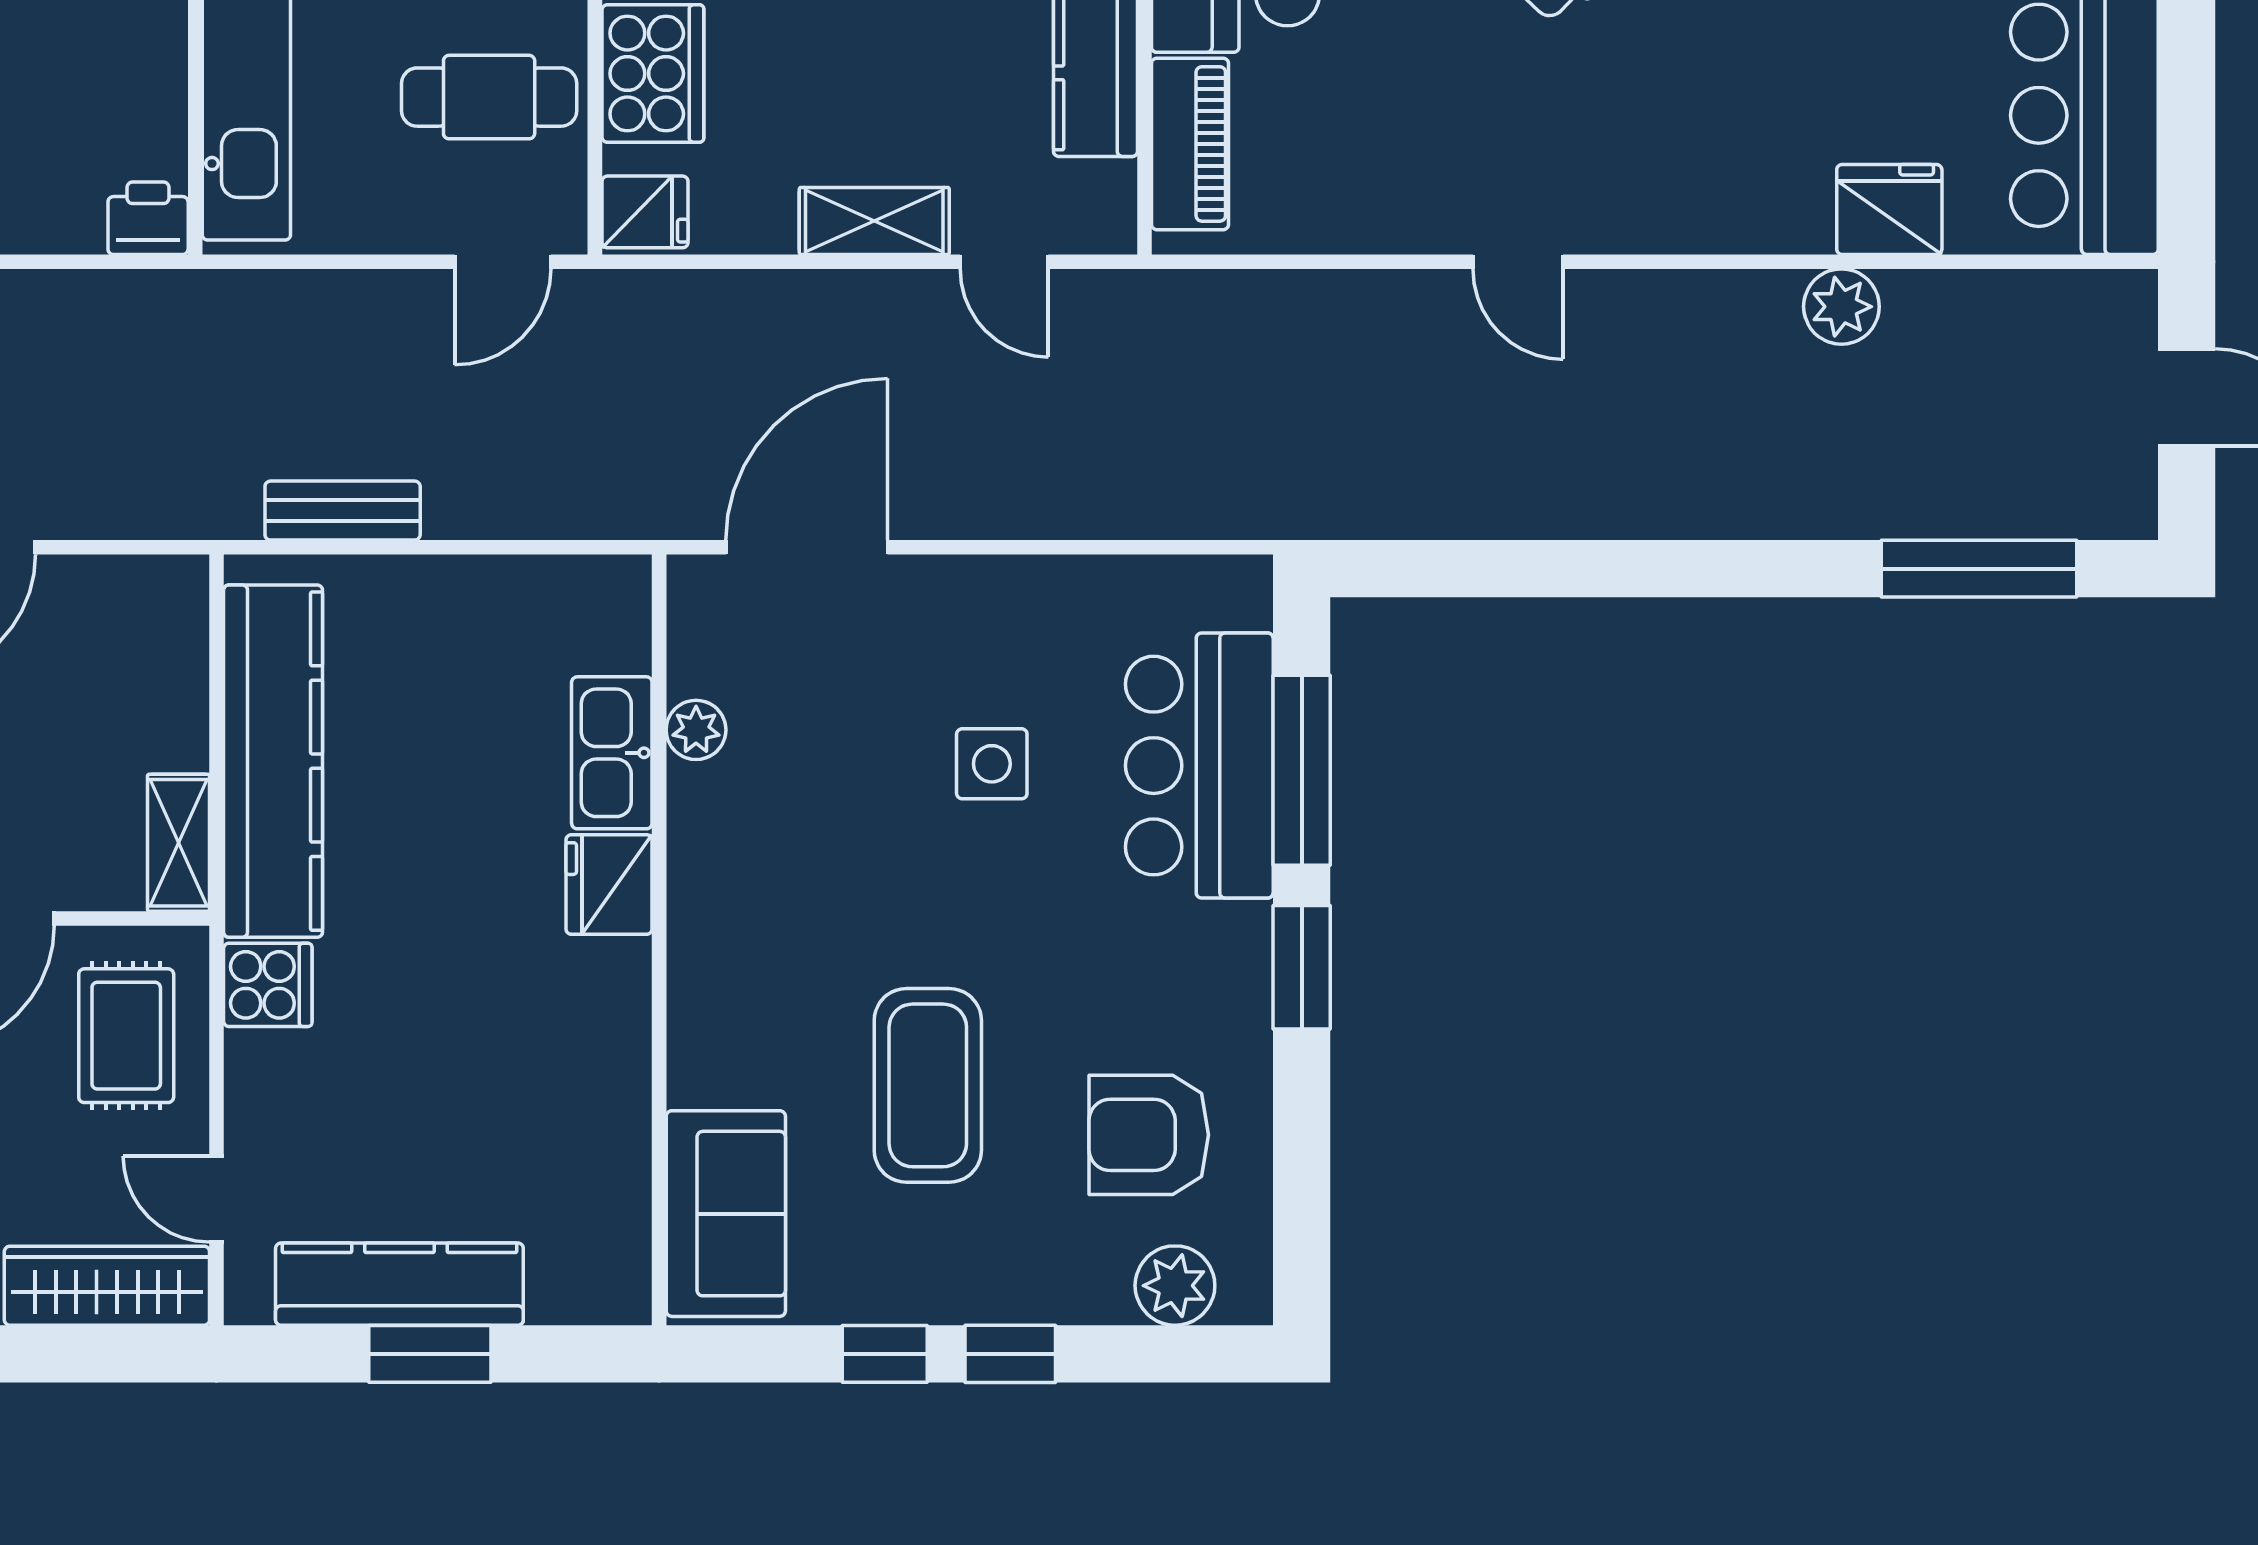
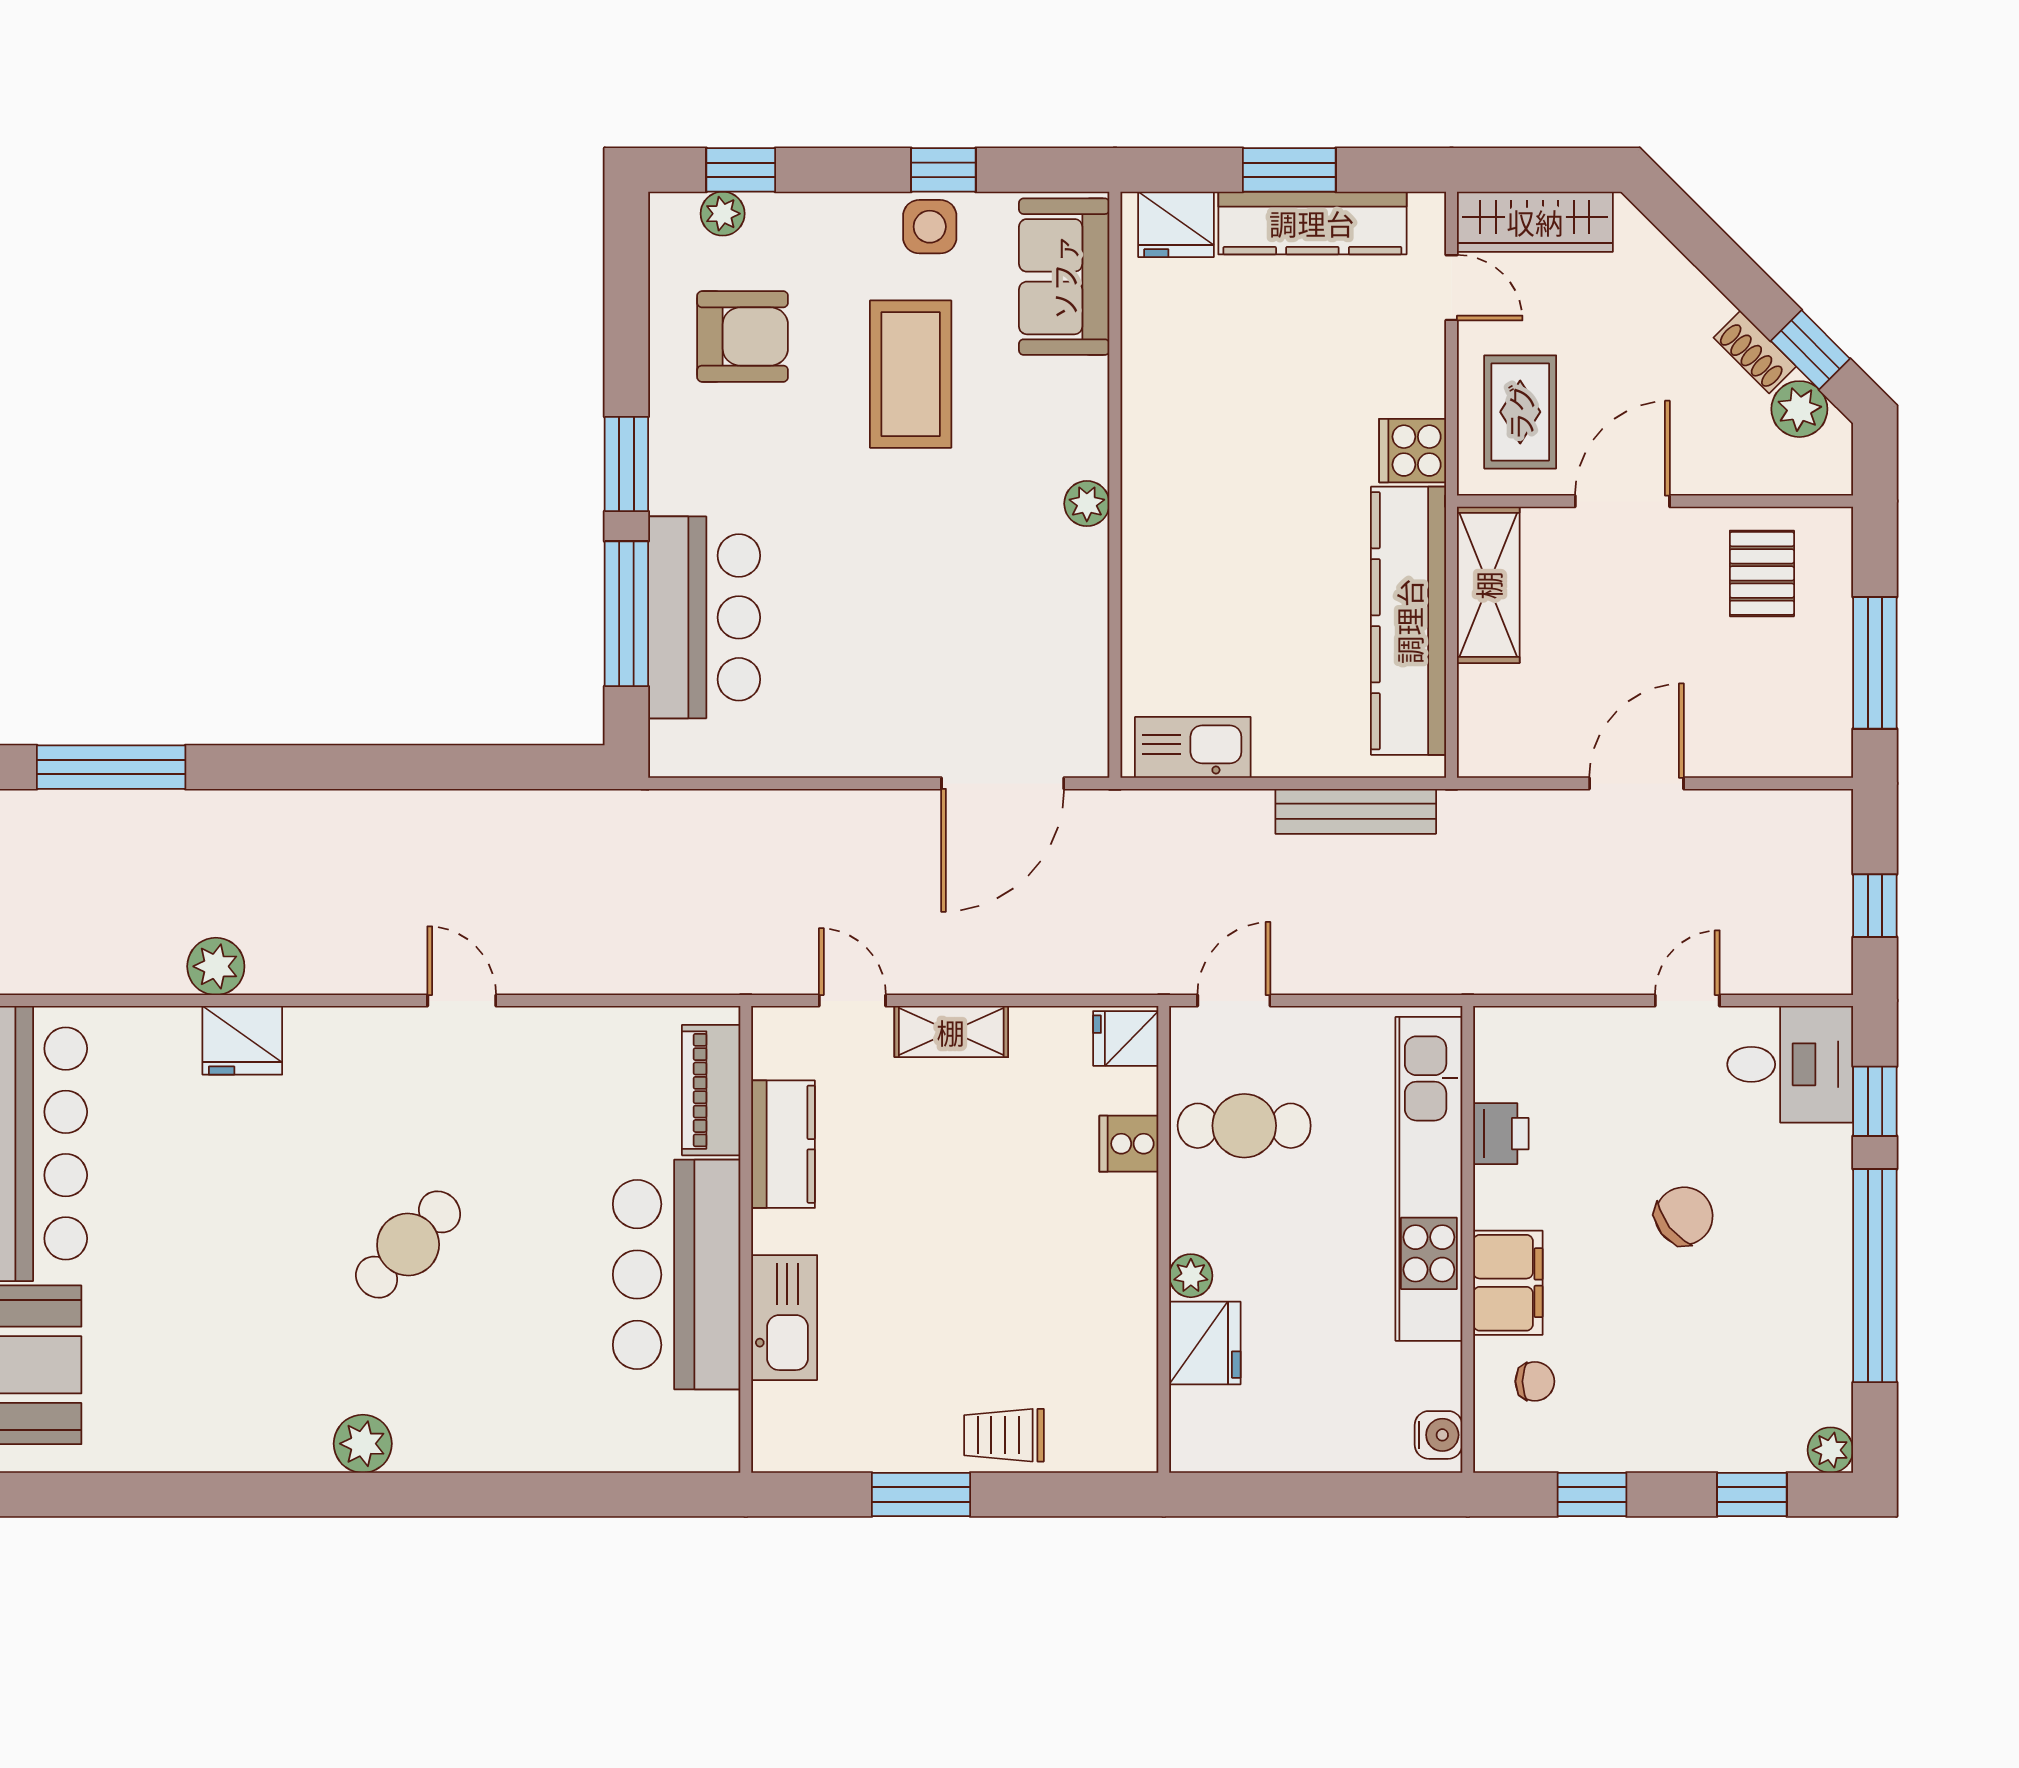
cooker: (653, 73) -> (1129, 1144), width x0.53, depth x0.76
fridge: (1889, 209) -> (242, 1040), moved
printer: (148, 218) -> (1501, 1134), moved, turned -90
bench: (343, 511) -> (1356, 811), width x1.36
plant: (696, 730) -> (1087, 504), moved
kitchen sink: (612, 753) -> (1193, 747), moved, turned -90
side table: (992, 764) -> (930, 227), moved
shelving: (179, 843) -> (1488, 585), width x1.50, depth x1.33
fridge: (609, 885) -> (1176, 224), moved, turned 90
plant: (1175, 1286) -> (723, 214), width x0.73, depth x0.73
window: (1010, 1354) -> (741, 170), moved

